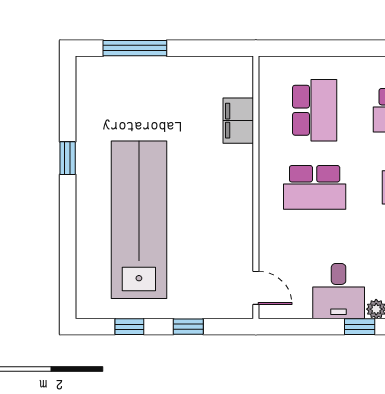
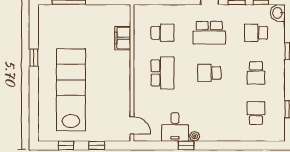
school desk: (315, 110) -> (162, 33), width x0.54
school desk: (315, 187) -> (162, 73), turned -90

